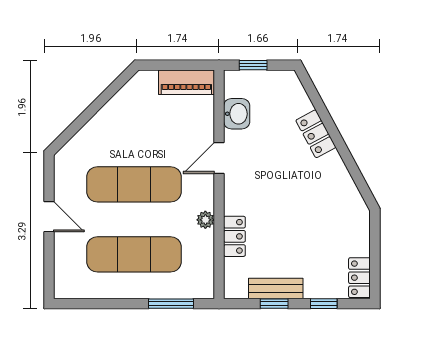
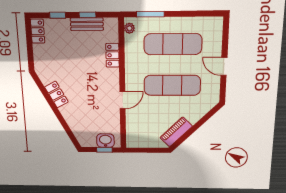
piano: (186, 82) -> (176, 132), moved, turned -45
washbasin: (237, 114) -> (105, 141), moved, turned 90
locker: (316, 134) -> (56, 94), moved
plant: (205, 220) -> (129, 28), moved

